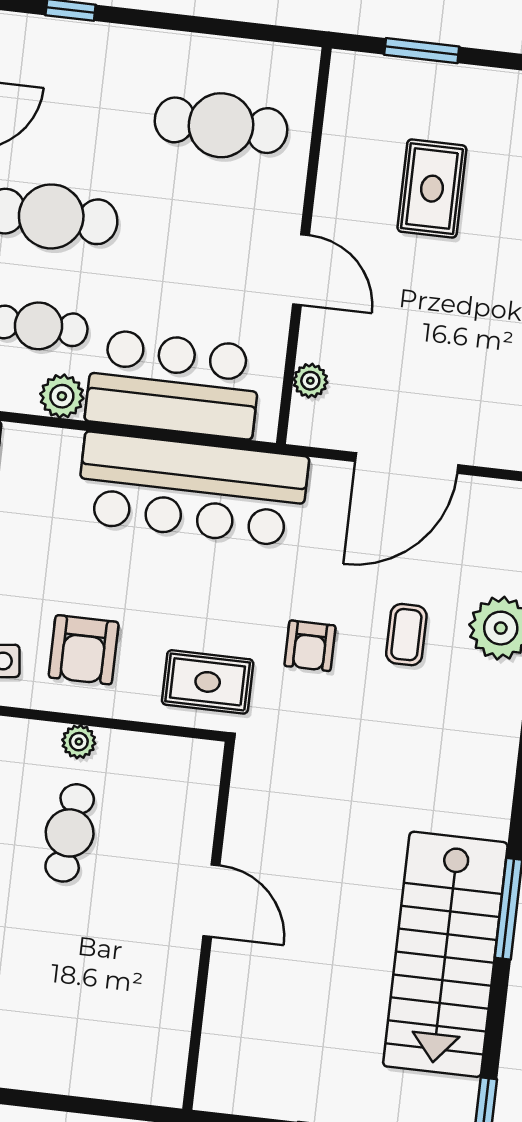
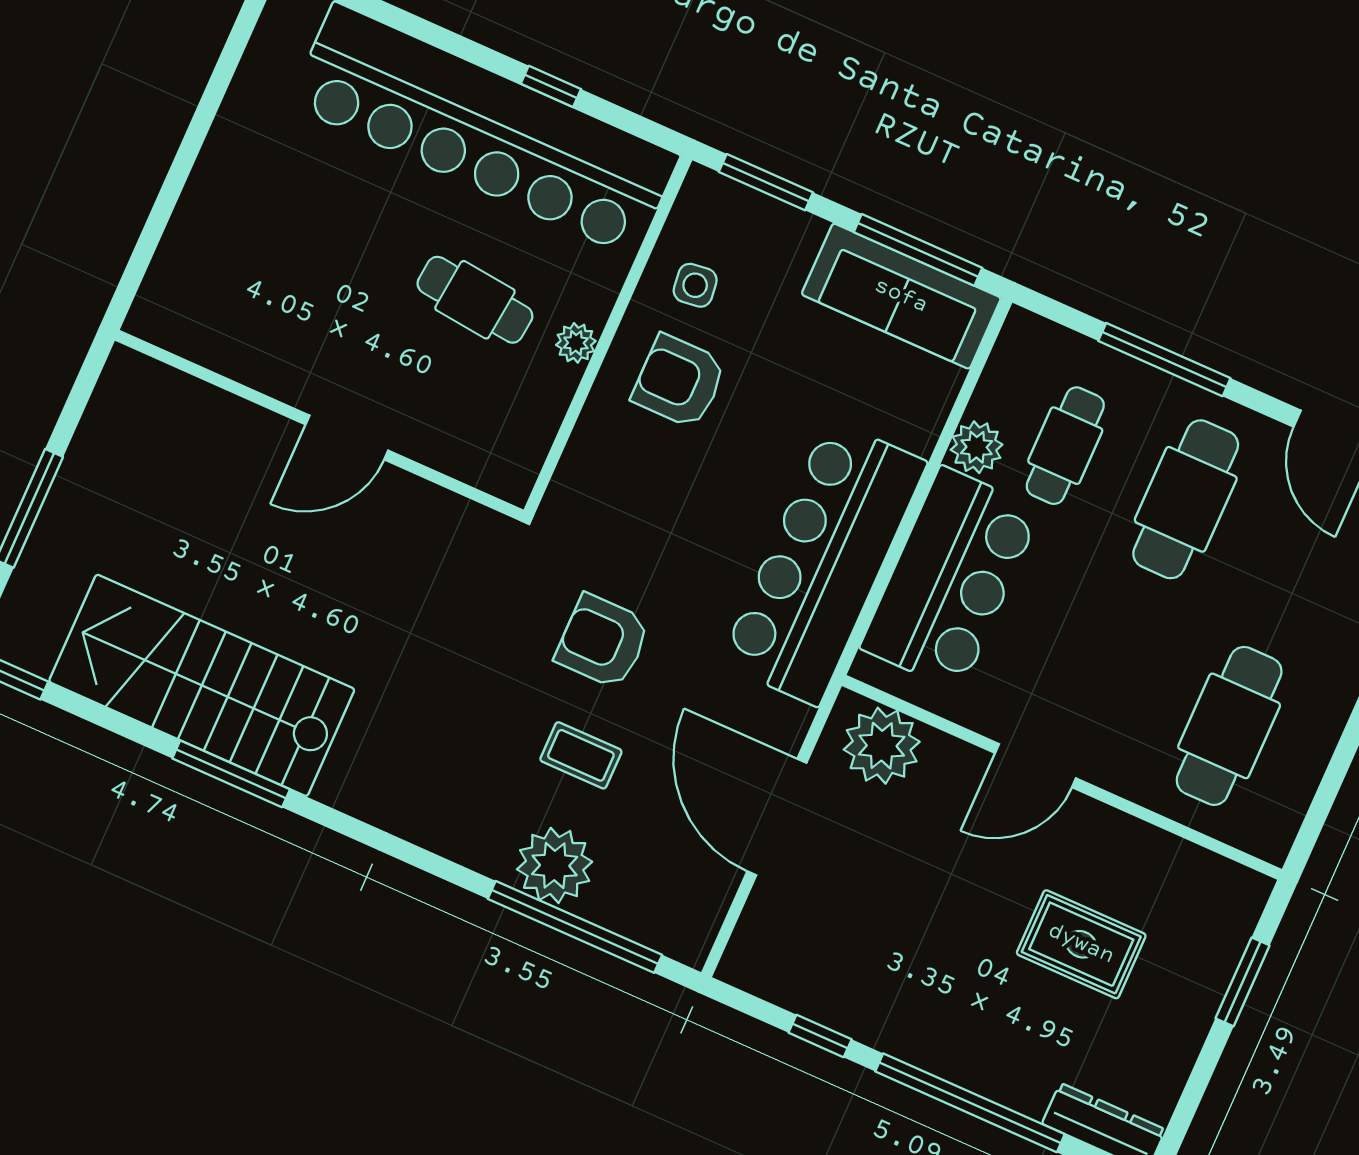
plant: (310, 381) -> (882, 746), width x1.88, depth x1.88
armchair: (310, 646) -> (603, 641), width x1.38, depth x1.38
rug: (208, 682) -> (598, 511), removed

